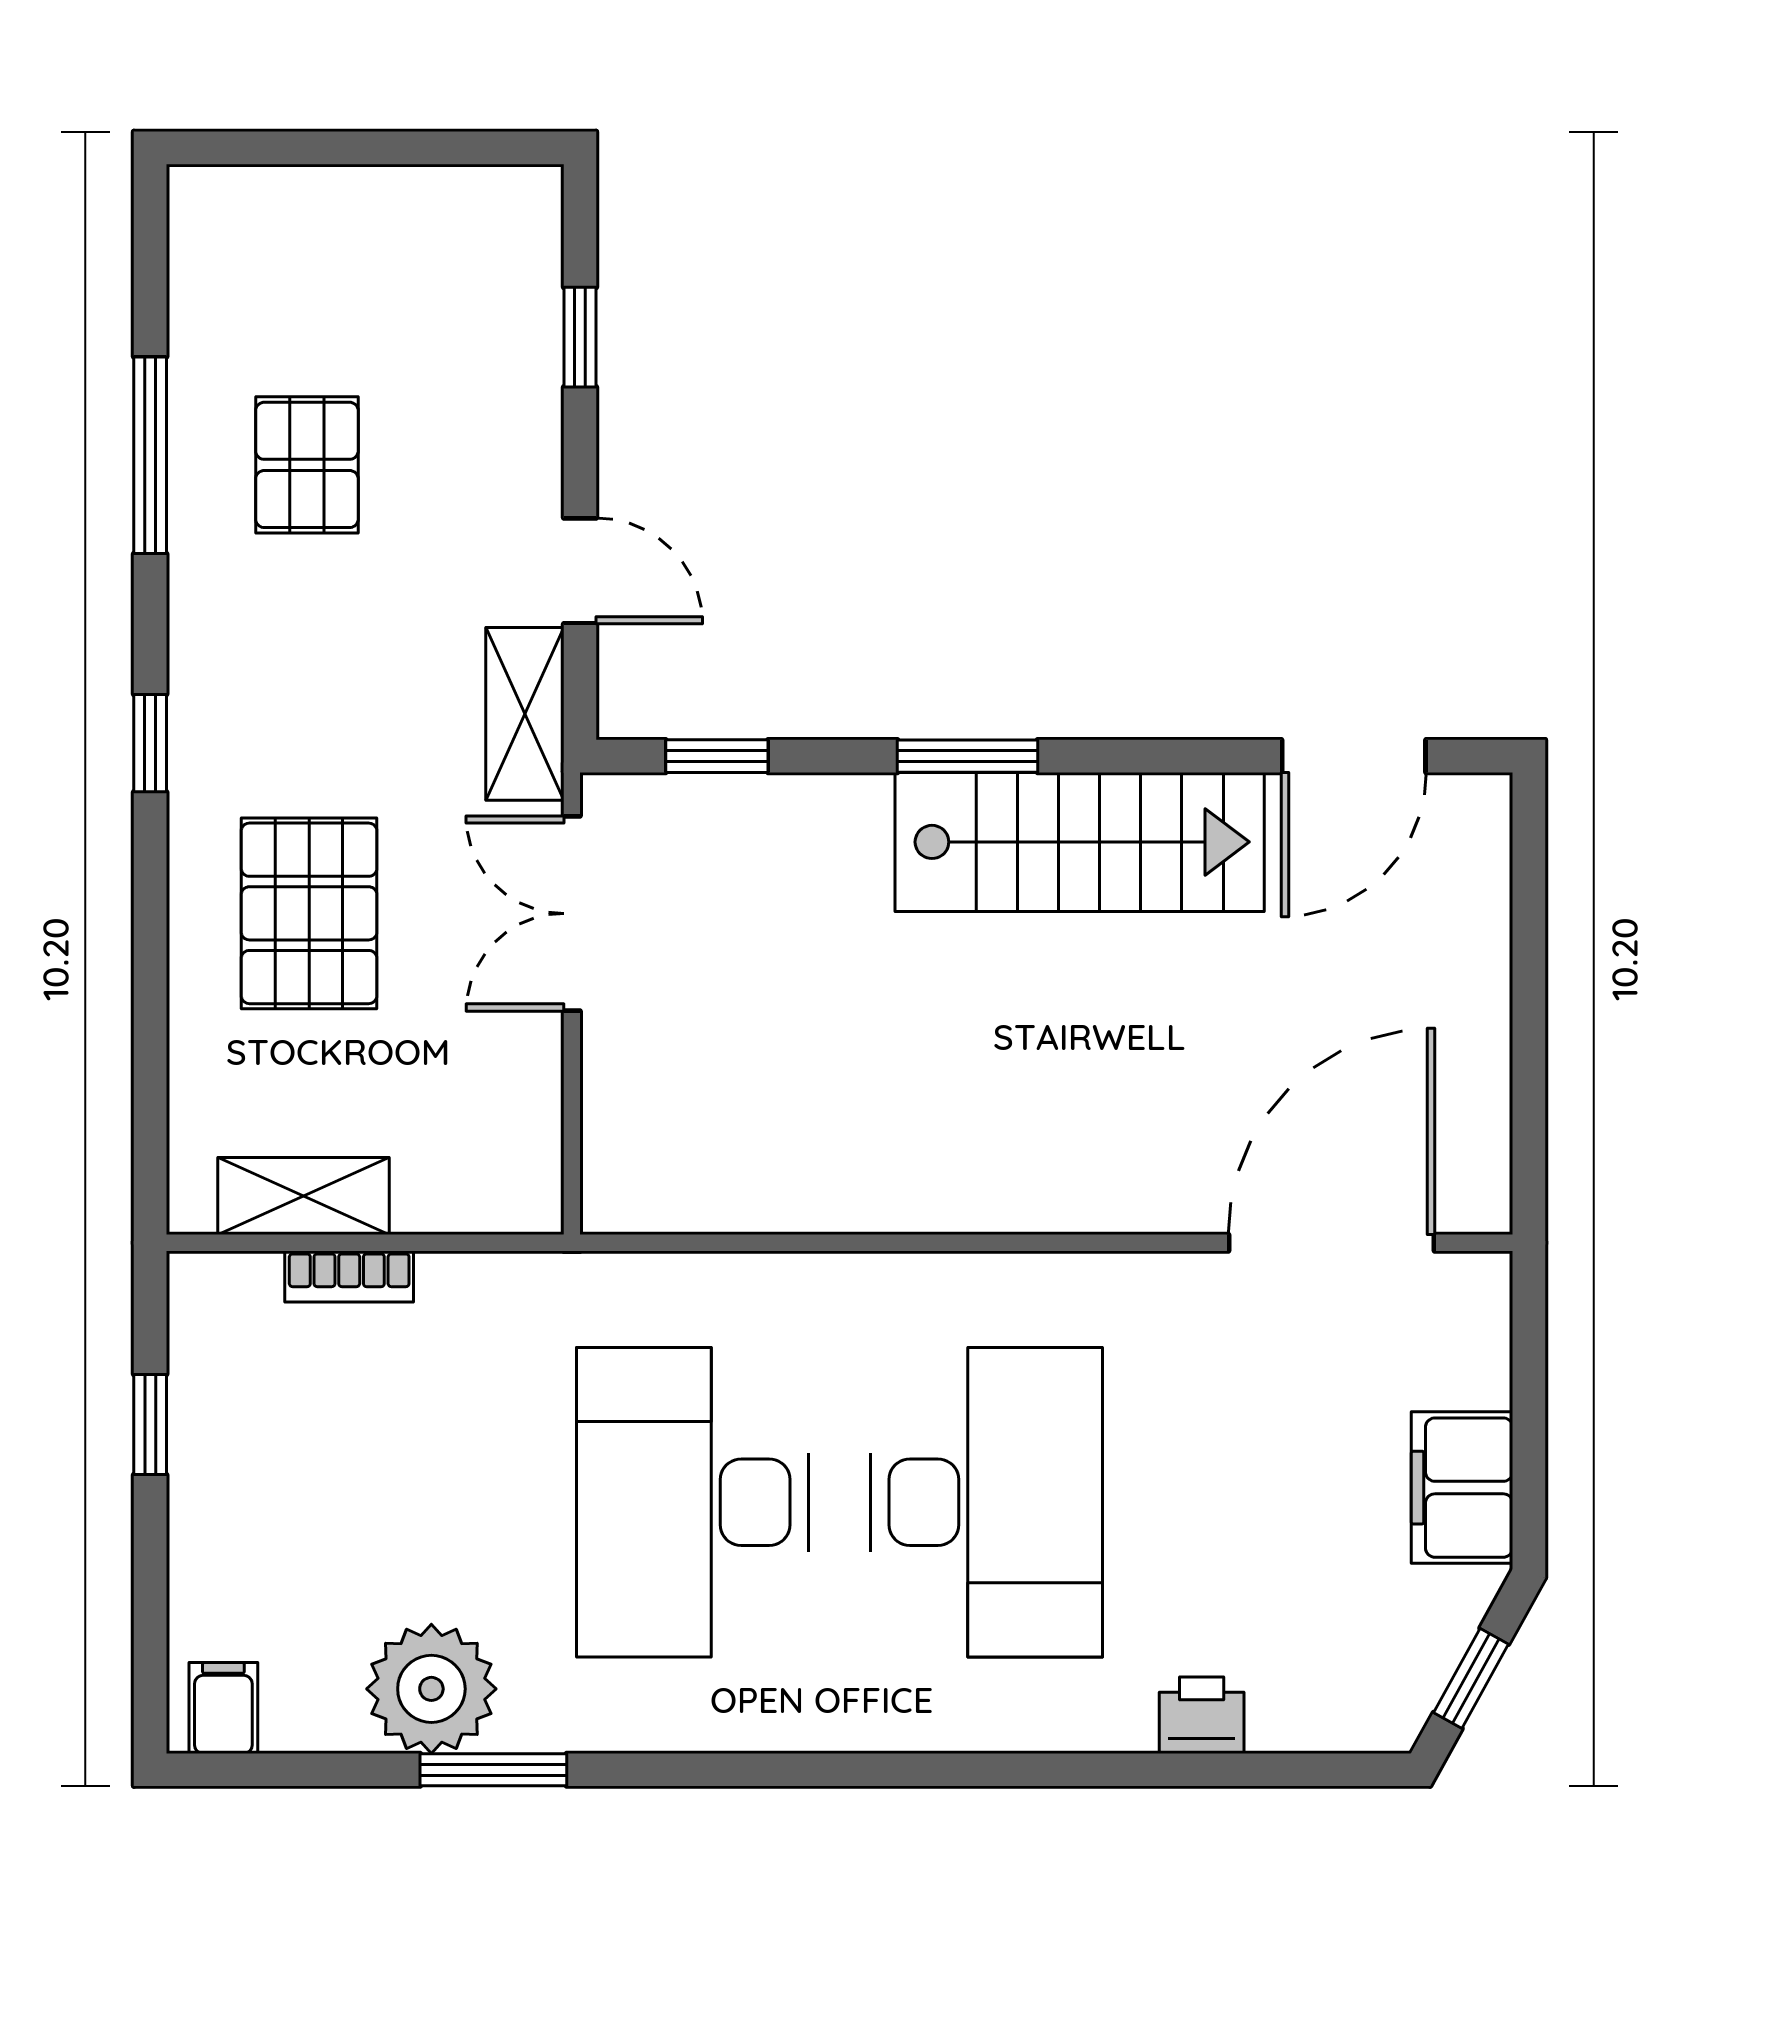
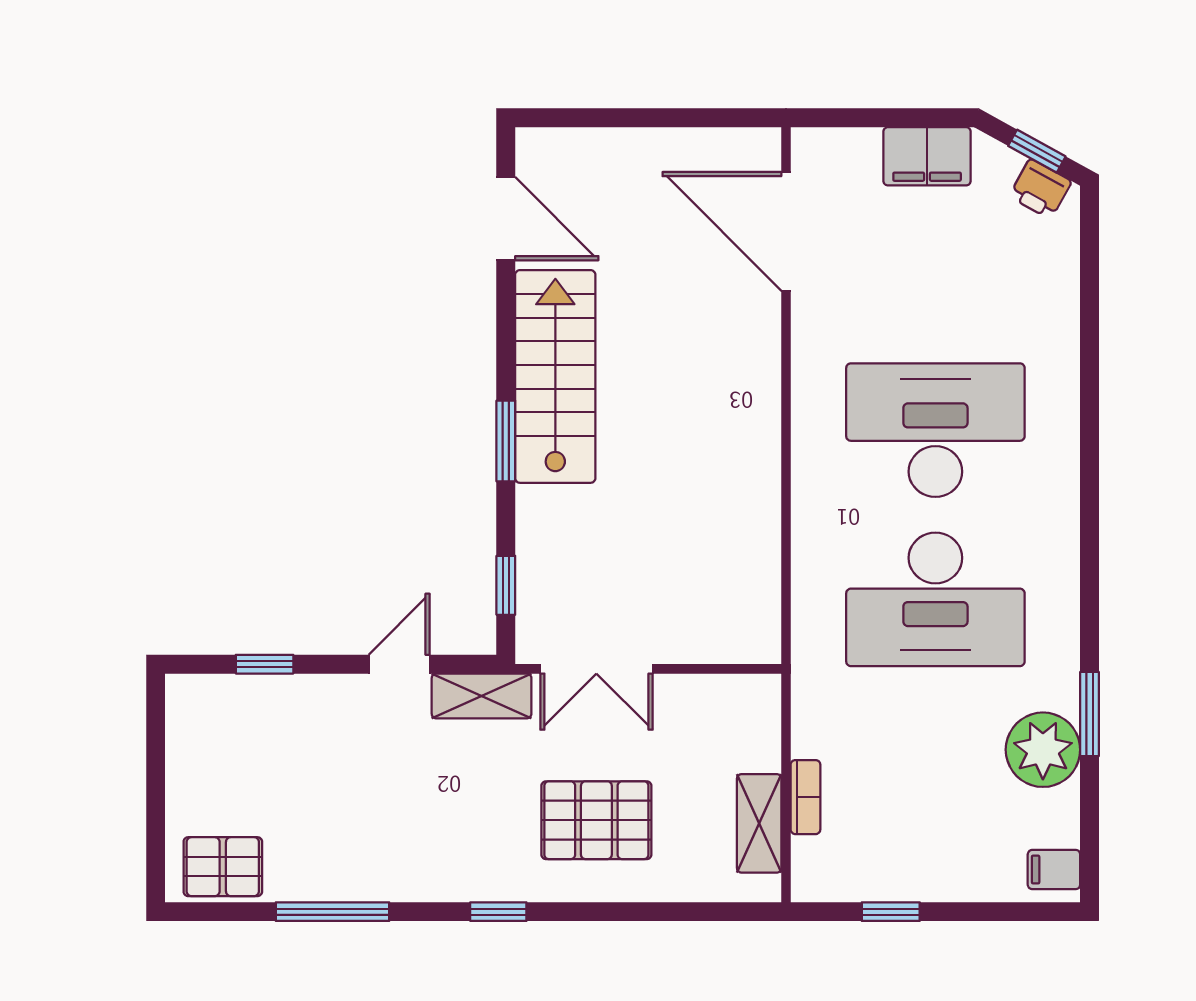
pallet: (307, 465) -> (223, 867), moved
printer: (1202, 1715) -> (1040, 189), moved, turned -61

